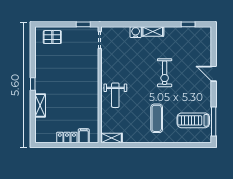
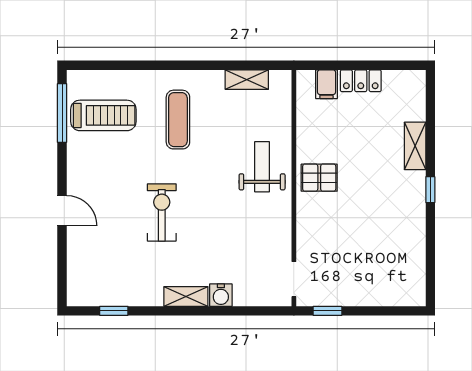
pallet: (52, 37) -> (319, 178), moved
shelving: (111, 138) -> (247, 80), moved

